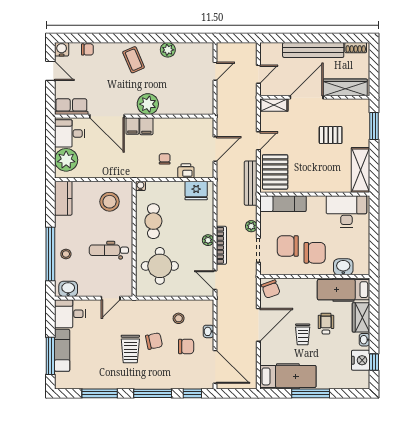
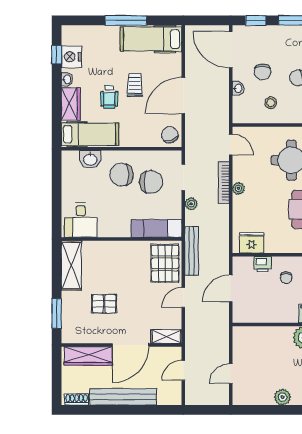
desk: (346, 211) -> (81, 220), width x0.73
chair: (186, 346) -> (262, 72), turned -90

